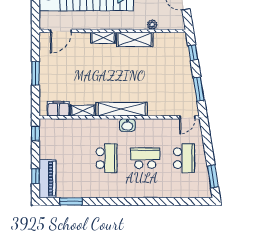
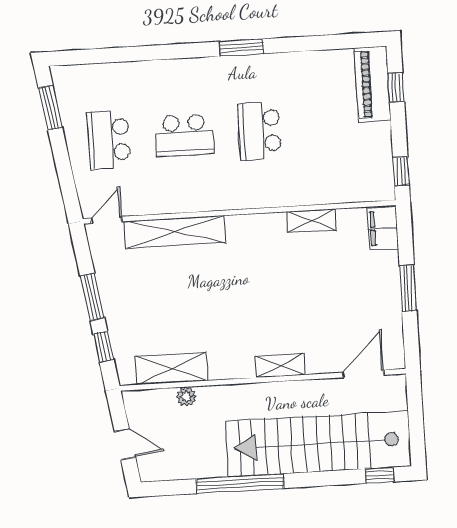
shelving: (135, 39) -> (172, 369), moved
window: (199, 89) -> (92, 297), moved
filing cabinet: (58, 109) -> (383, 228), moved, turned 90
shelving: (122, 109) -> (175, 232), moved
washbasin: (127, 125) -> (223, 198), removed
window: (71, 201) -> (241, 47), moved

